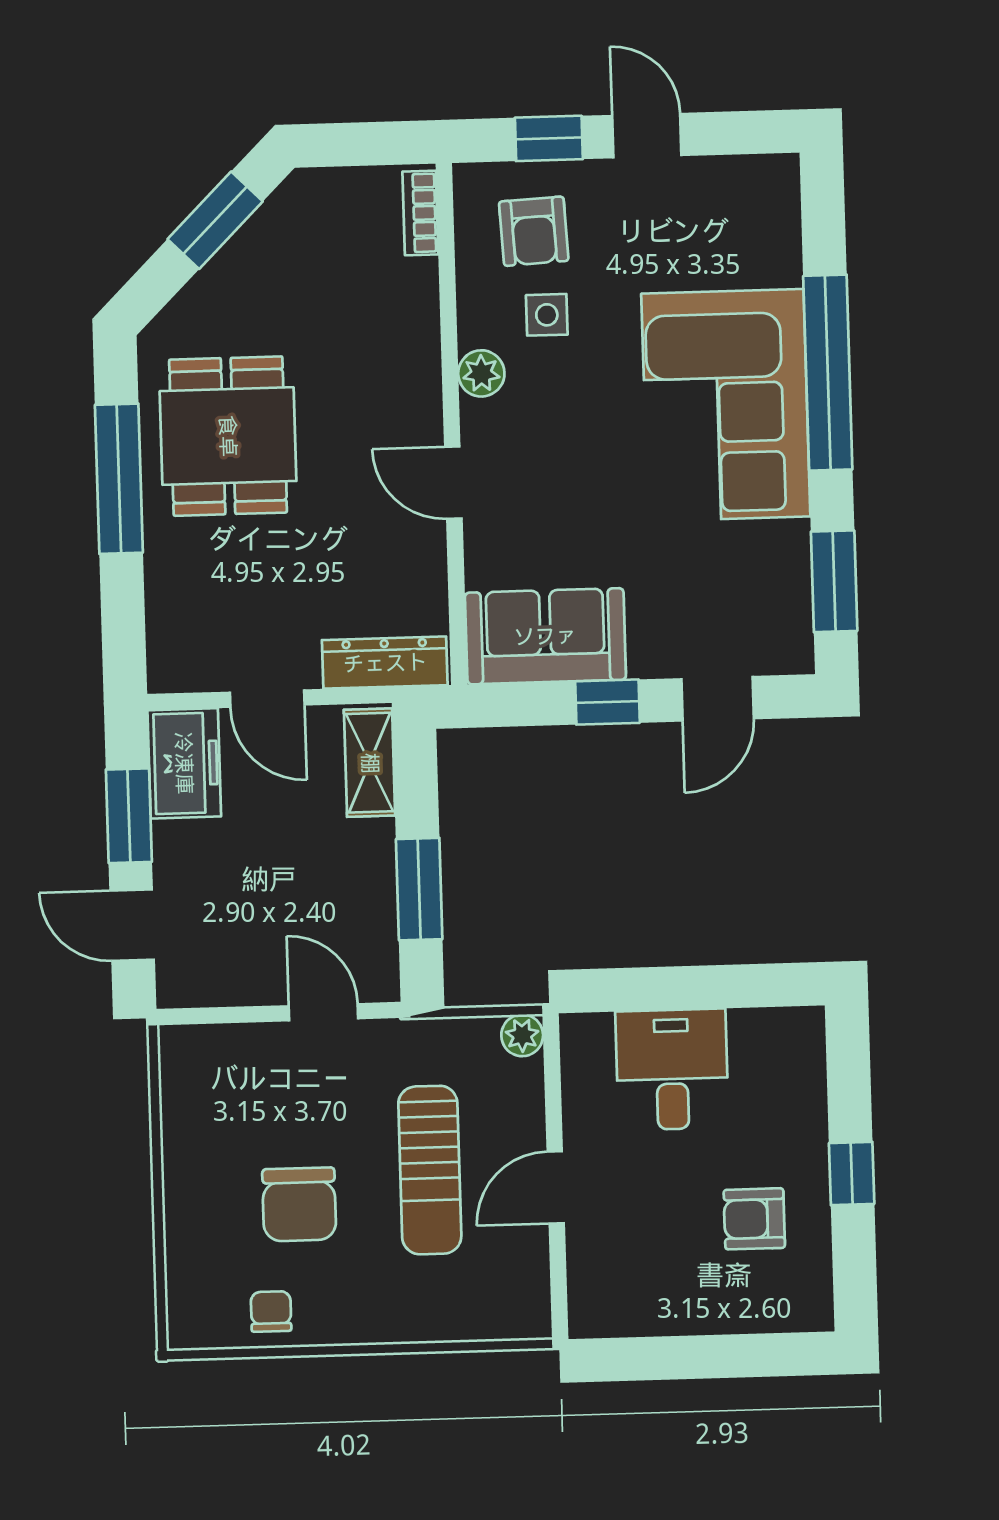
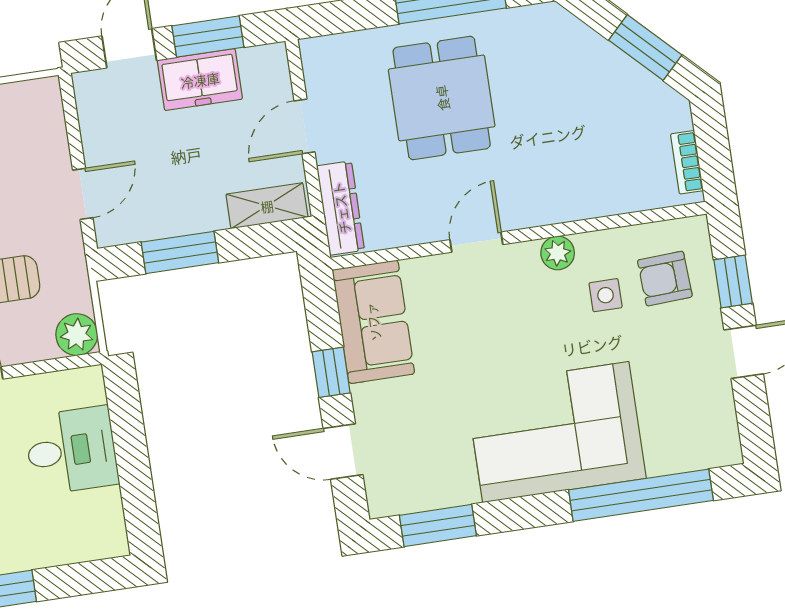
bookcase: (420, 213) -> (687, 162), moved, turned -90
window: (828, 373) -> (641, 495), moved
dining table: (228, 436) -> (442, 98), moved, turned 90
freezer: (184, 763) -> (200, 80), moved
plant: (522, 1035) -> (77, 335), width x1.38, depth x1.38

